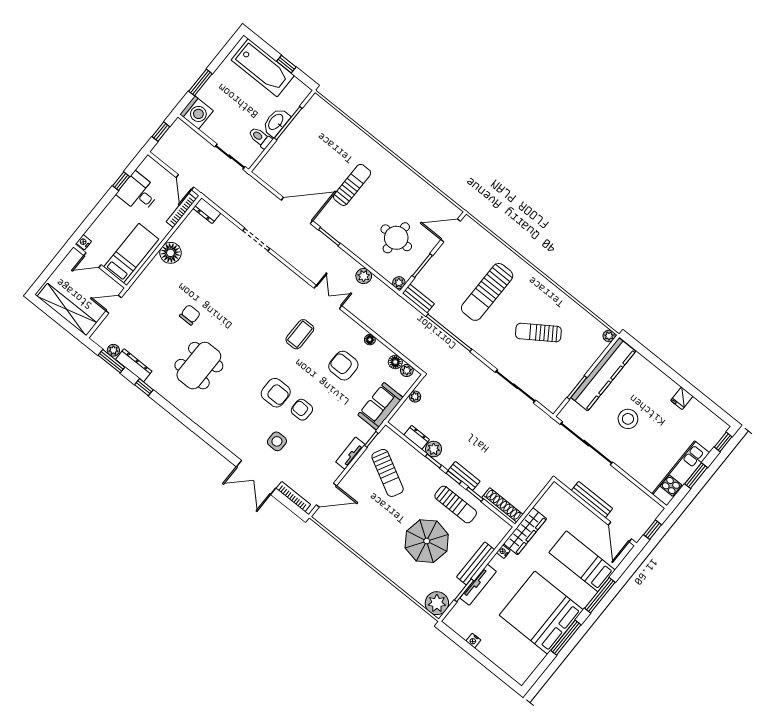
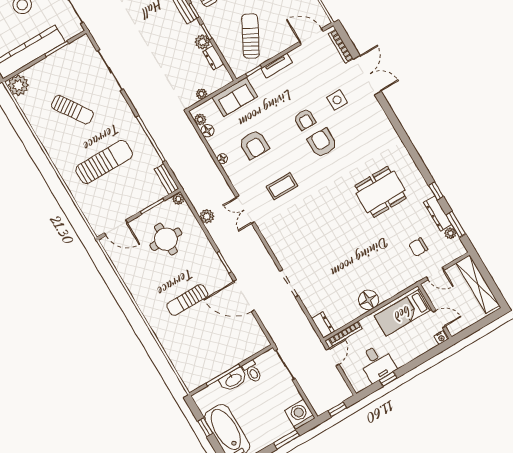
chair: (190, 315) -> (418, 247), moved
plant: (609, 336) -> (18, 85), width x1.87, depth x1.87

